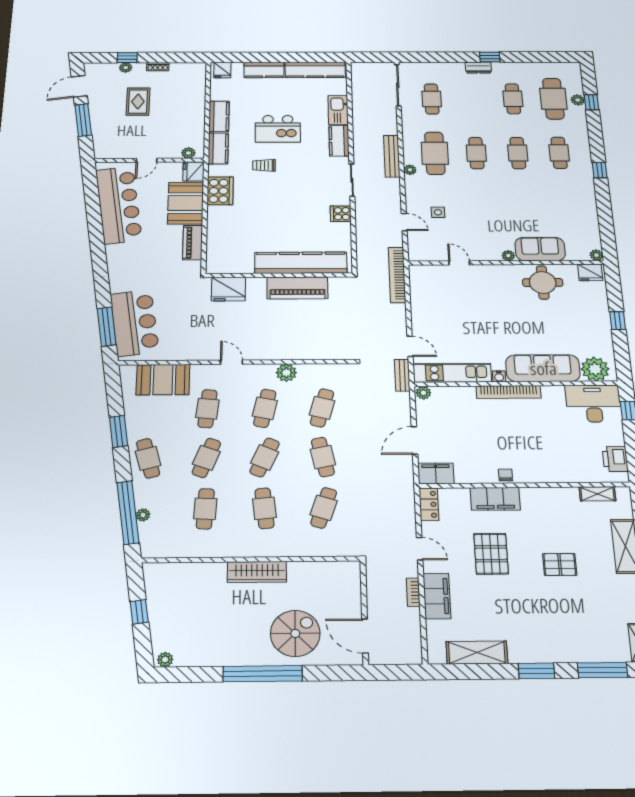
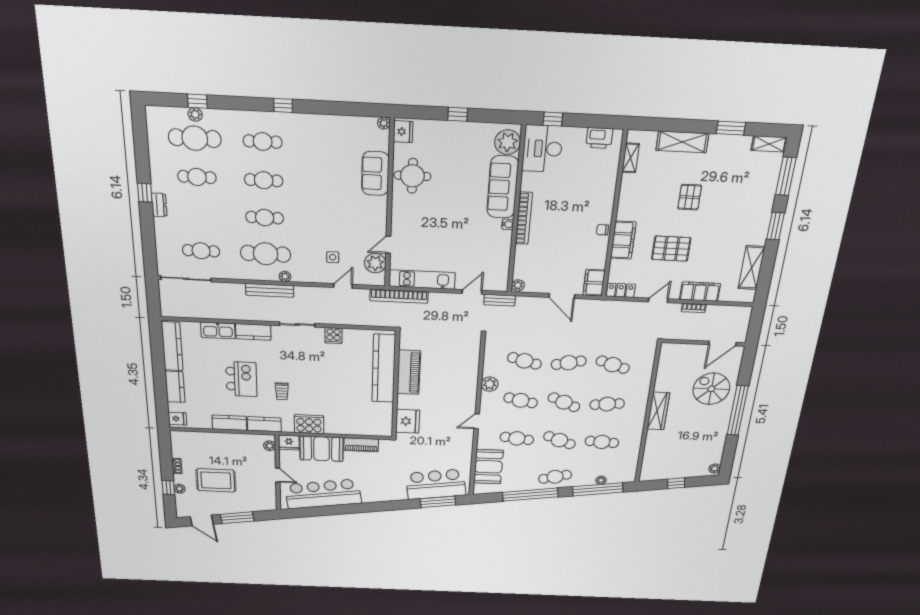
rug: (138, 102) -> (216, 480), width x1.36, depth x1.43
plant: (508, 256) -> (375, 263), moved, width x1.88, depth x1.88
kitchen unit: (452, 373) -> (422, 279), moved, turned 90
window: (119, 431) -> (530, 495), width x2.11

